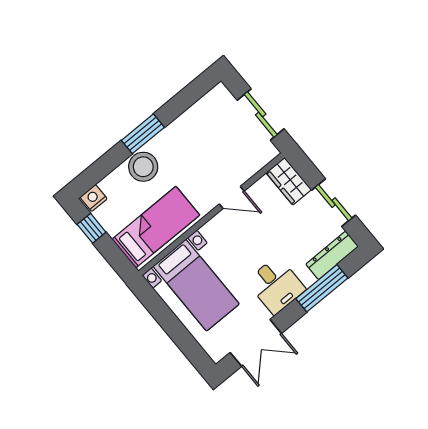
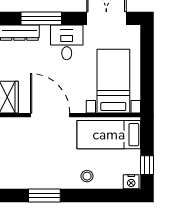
window: (143, 134) -> (44, 196), moved
stool: (143, 167) -> (87, 176), width x0.53, depth x0.53
door: (232, 198) -> (50, 115), width x1.88

